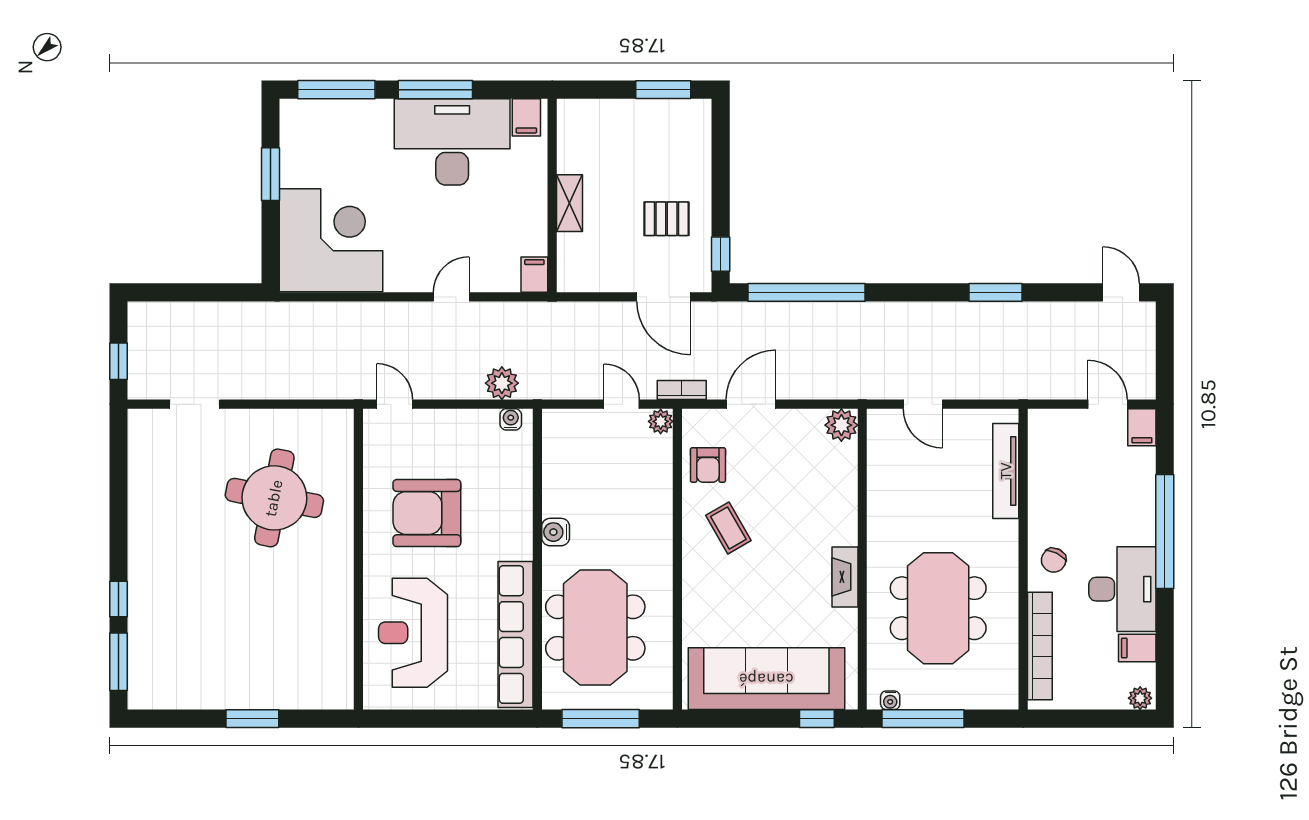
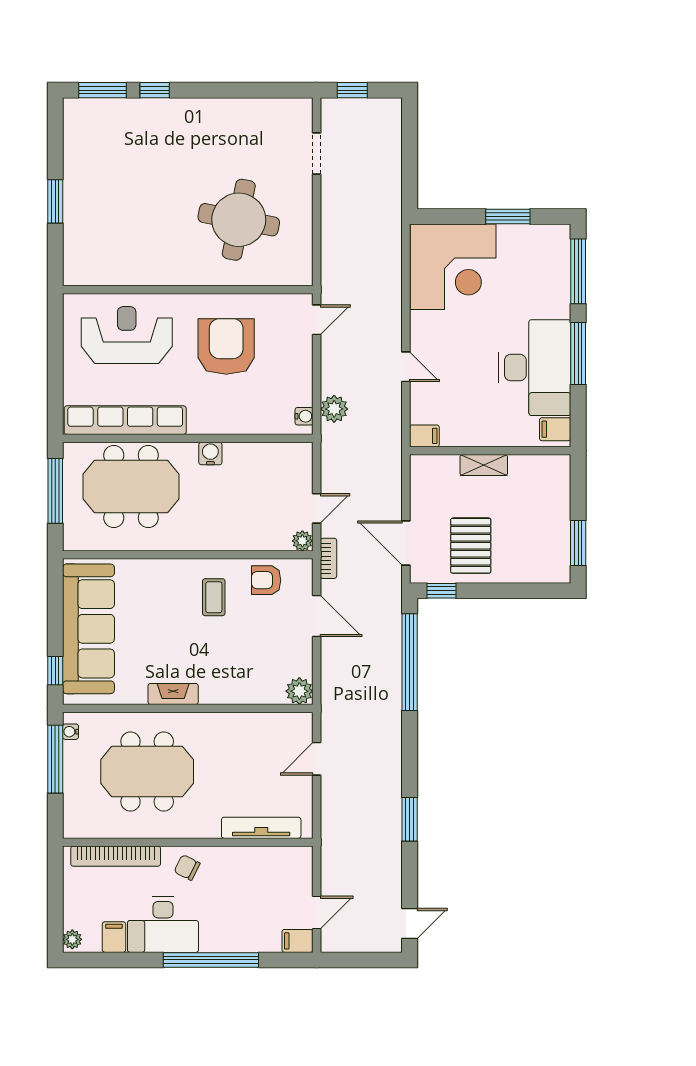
pallet: (666, 219) -> (471, 546), width x1.50, depth x1.42
door: (663, 297) -> (406, 543), hinge flipped
coffee table: (728, 528) -> (214, 597), turned -60

